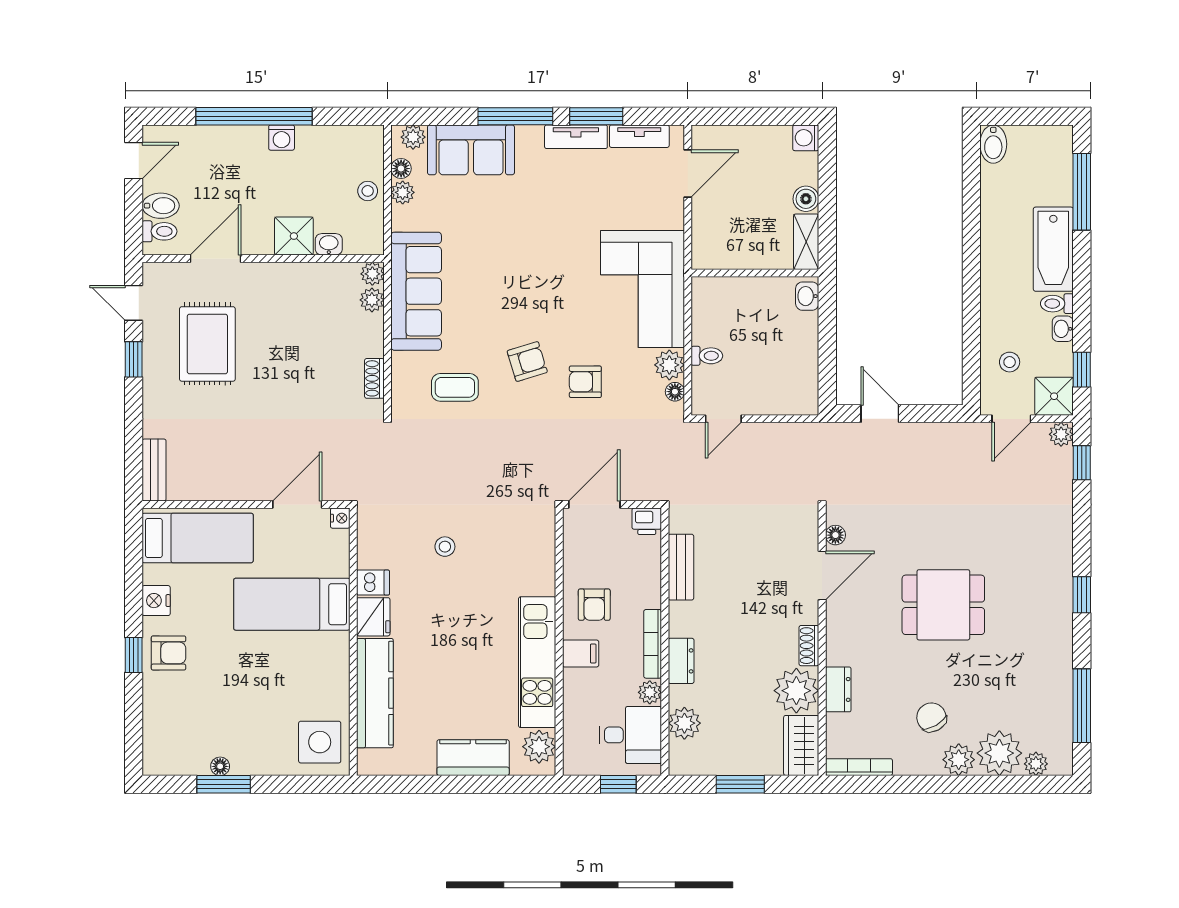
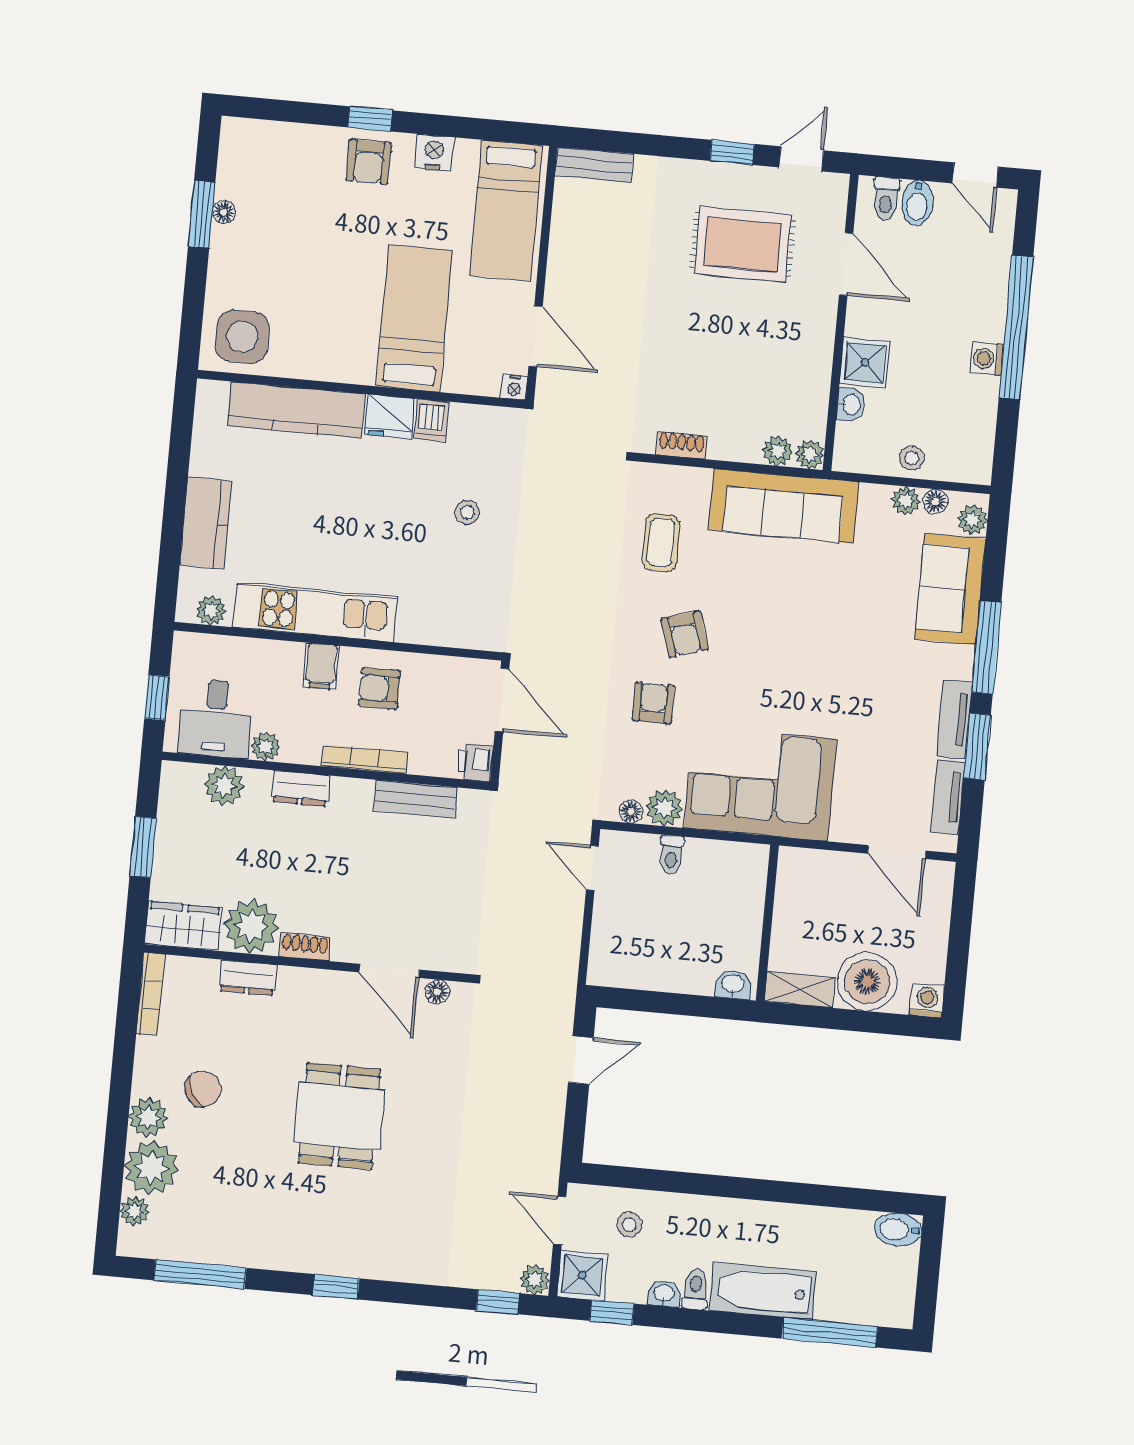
boiler: (806, 199) -> (867, 982), width x1.86, depth x1.86
bookcase: (653, 644) -> (365, 759), moved
plant: (539, 747) -> (211, 610), width x0.73, depth x0.73

